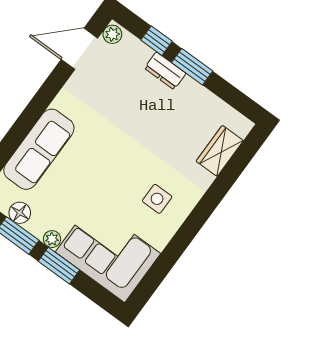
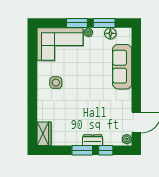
wardrobe: (220, 151) -> (44, 134), moved

